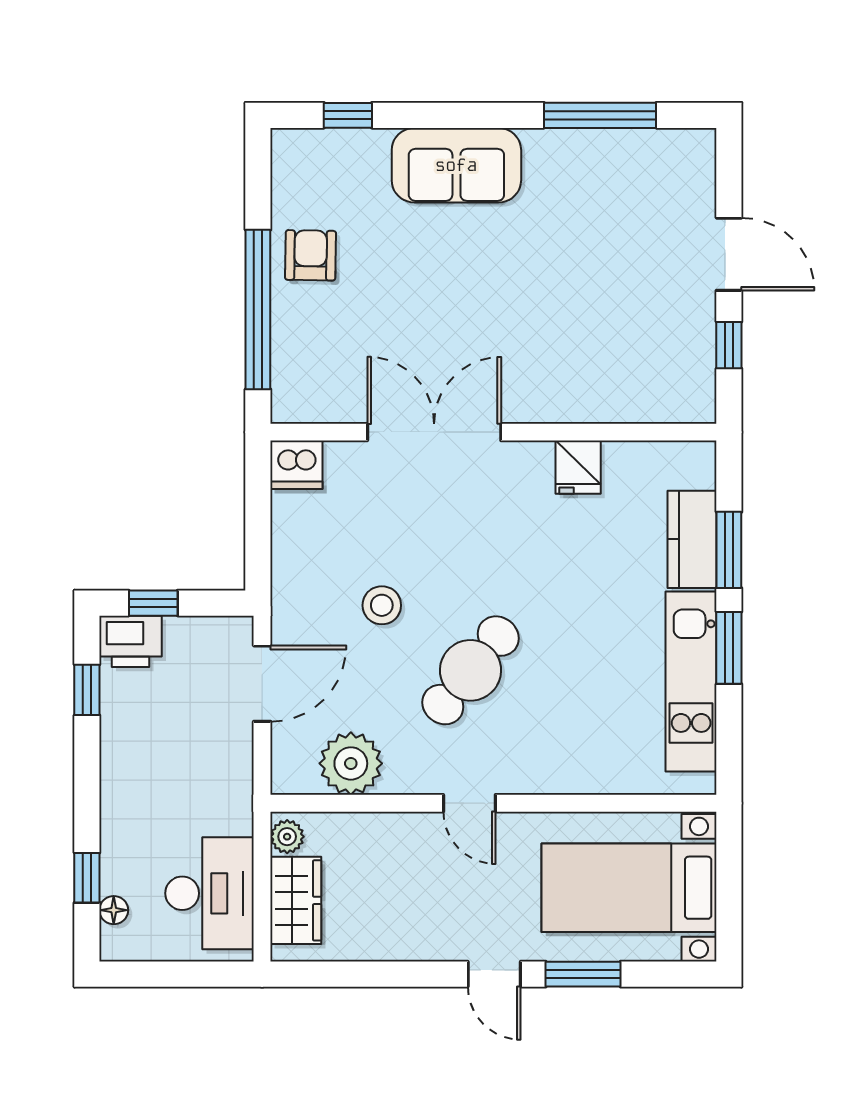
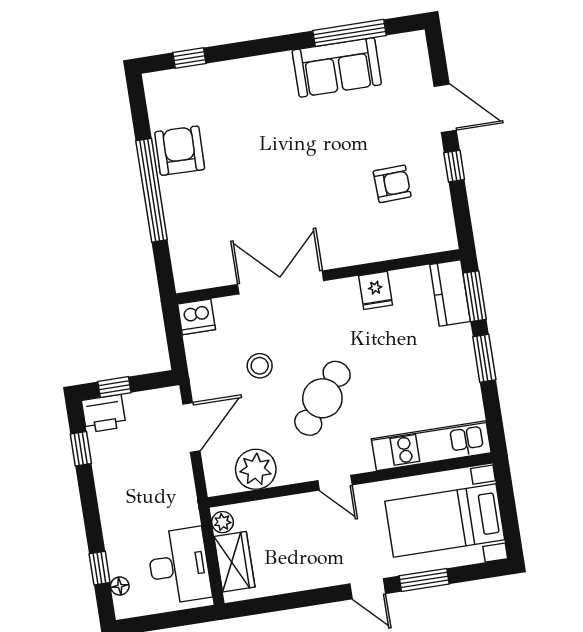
sofa: (456, 165) -> (337, 67), moved
armchair: (311, 255) -> (180, 151), width x1.38, depth x1.38
armchair: (629, 358) -> (392, 184), added
double door: (434, 432) -> (281, 282), moved
wall: (493, 432) -> (318, 277), moved
dishwasher: (296, 465) -> (196, 317), moved
fridge: (578, 467) -> (376, 290), moved
kitchen unit: (691, 681) -> (431, 446), moved, turned 90

